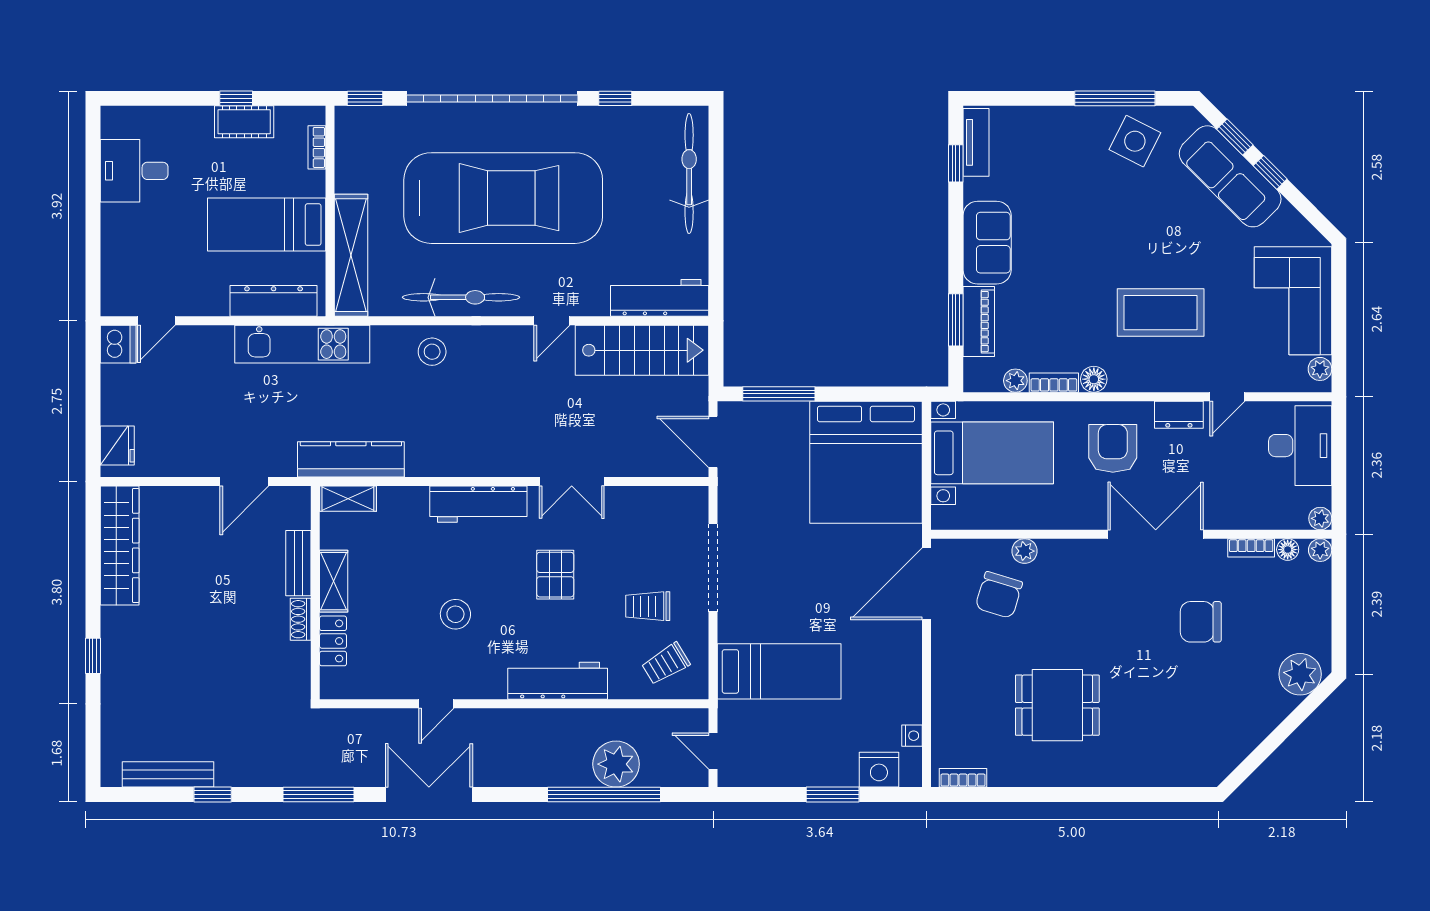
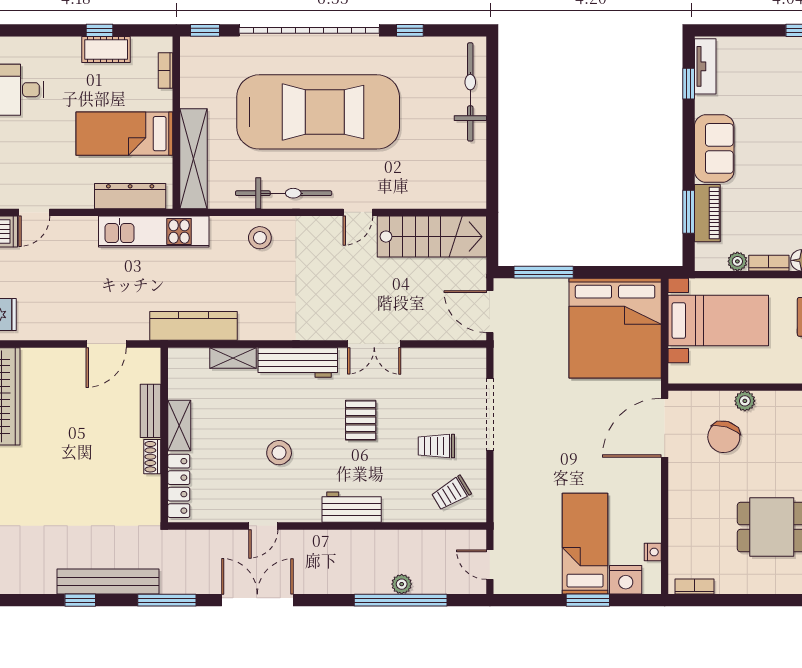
workbench: (660, 298) -> (446, 194), removed
shelving: (348, 499) -> (233, 358), moved
locker: (333, 641) -> (179, 486), width x1.53
bed: (779, 671) -> (585, 544), moved, turned -90
workbench: (558, 681) -> (352, 507), width x0.73
plant: (616, 764) -> (402, 584), width x0.53, depth x0.53
bench: (168, 774) -> (108, 582), moved, width x1.37, depth x1.21

